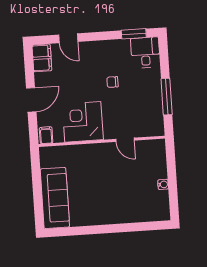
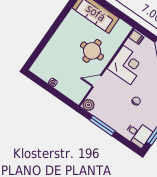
plant: (157, 128) -> (89, 105), added
round table: (97, 170) -> (92, 51), added

